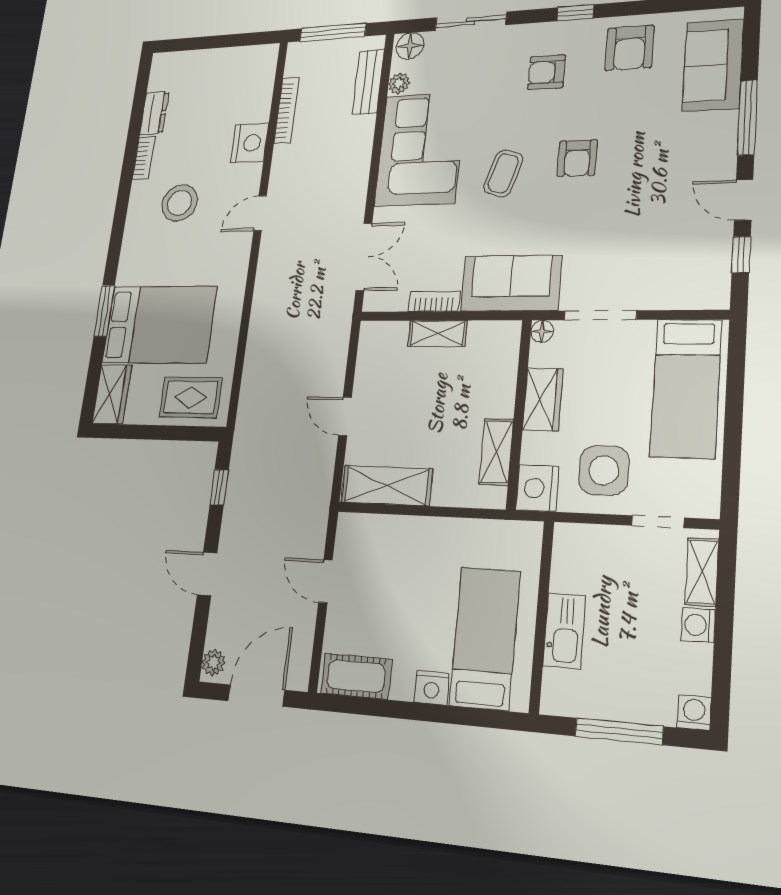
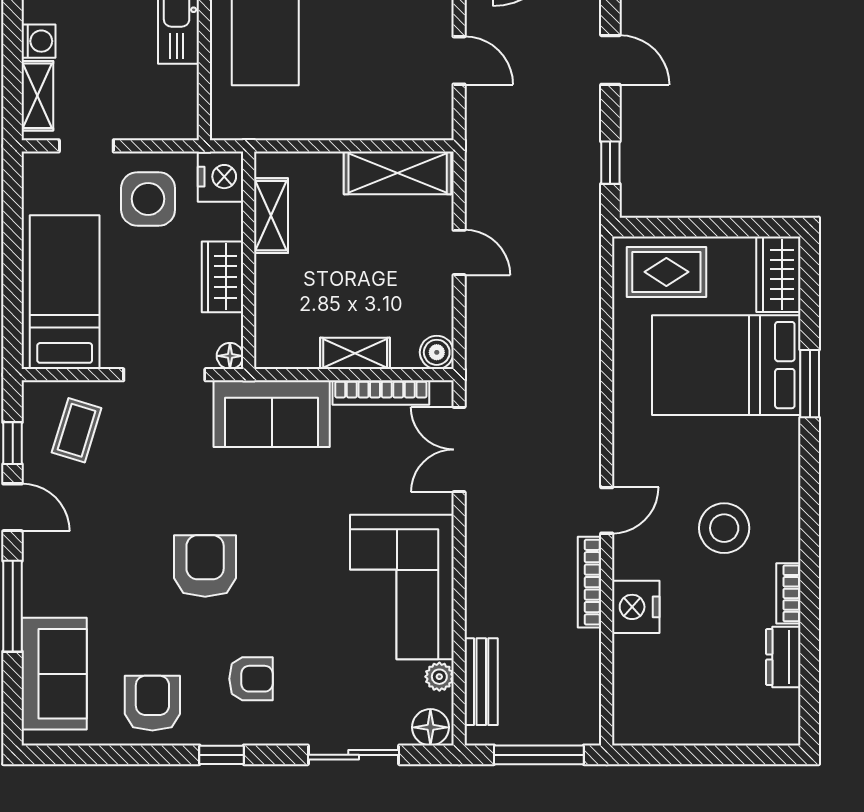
bookcase: (287, 110) -> (590, 582), moved
armchair: (577, 158) -> (205, 566), width x1.38, depth x1.38
coffee table: (503, 173) -> (77, 430), moved
bookcase: (434, 301) -> (381, 393), width x1.56
boiler: (372, 334) -> (437, 352), added

